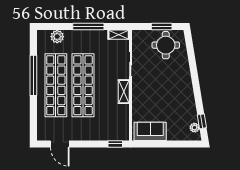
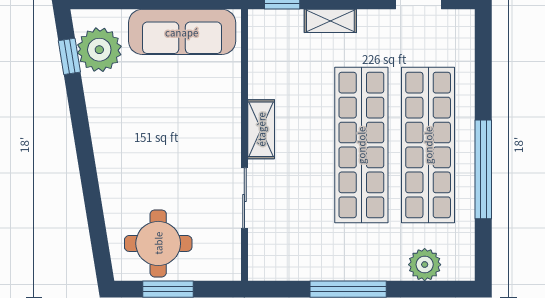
shelving: (119, 35) -> (330, 21), moved
plant: (195, 128) -> (99, 50), width x1.87, depth x1.87
sofa: (150, 131) -> (182, 32), width x1.36

